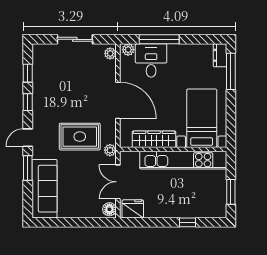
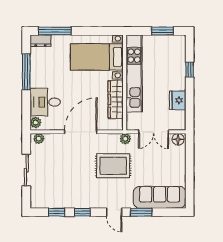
window: (159, 39) -> (26, 72), moved
rug: (80, 137) -> (113, 166), turned 90
fridge: (133, 209) -> (178, 100), moved

